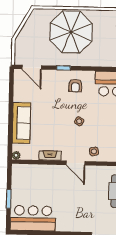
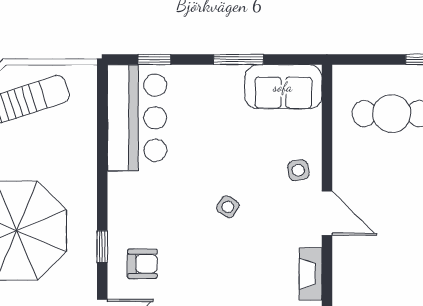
armchair: (75, 86) -> (142, 264), moved
door: (76, 163) -> (327, 213), hinge flipped

